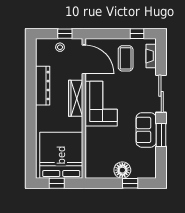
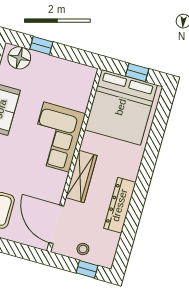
window: (65, 34) -> (87, 269), moved
corner sofa: (101, 104) -> (57, 137), moved
floor lamp: (122, 170) -> (19, 58), moved

